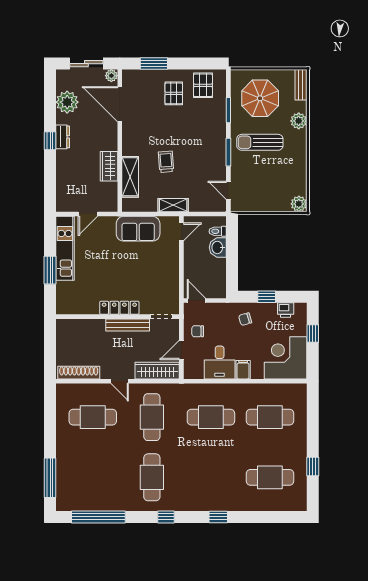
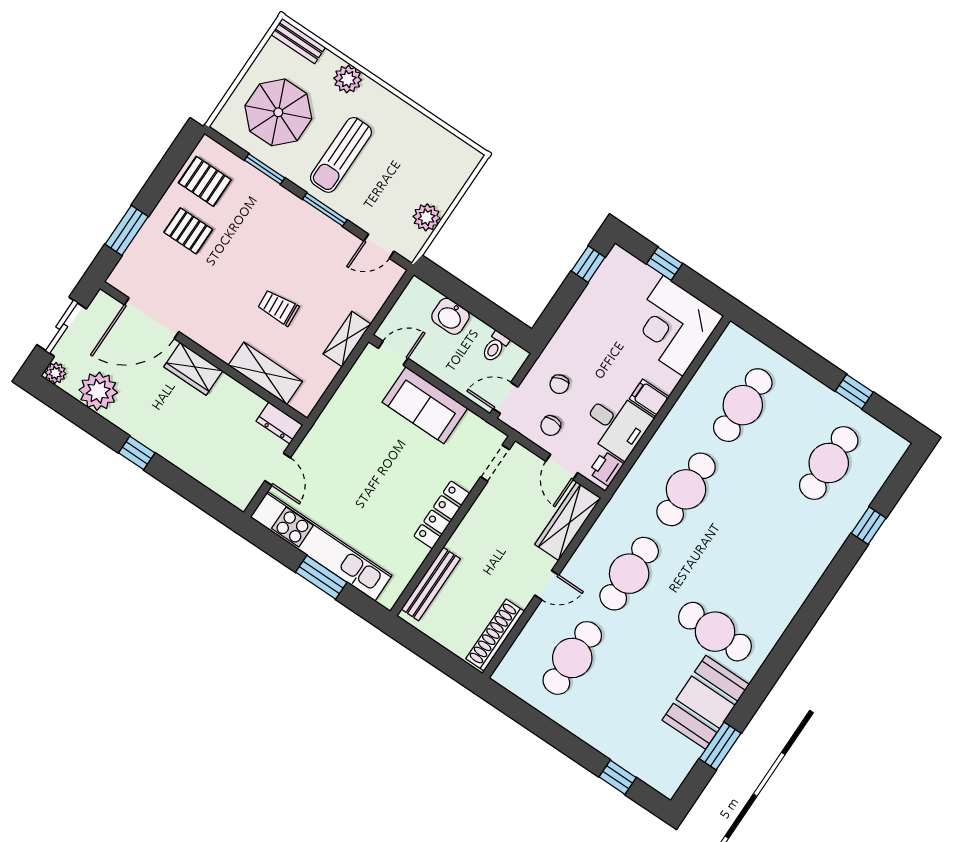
plant: (111, 76) -> (55, 373), moved
dresser: (63, 137) -> (280, 423), moved, turned 180
wardrobe: (109, 166) -> (193, 369), moved
plant: (299, 204) -> (427, 217), moved
sofa: (138, 229) -> (425, 405), moved, turned 90
toilet: (218, 231) -> (495, 347), moved
door: (181, 232) -> (393, 353), hinge flipped
kitchen unit: (65, 248) -> (321, 546), width x1.36
window: (267, 297) -> (588, 264), moved
printer: (286, 310) -> (606, 468), moved, turned 180
chair: (245, 319) -> (559, 384), moved
bench: (128, 325) -> (431, 584), moved
cafe table: (152, 417) -> (629, 574), turned 90
window: (50, 478) -> (618, 777), width x0.46
booth: (115, 496) -> (706, 702), added
window: (98, 517) -> (720, 746), width x0.47
window: (166, 517) -> (785, 649), removed
window: (218, 517) -> (869, 526), moved

